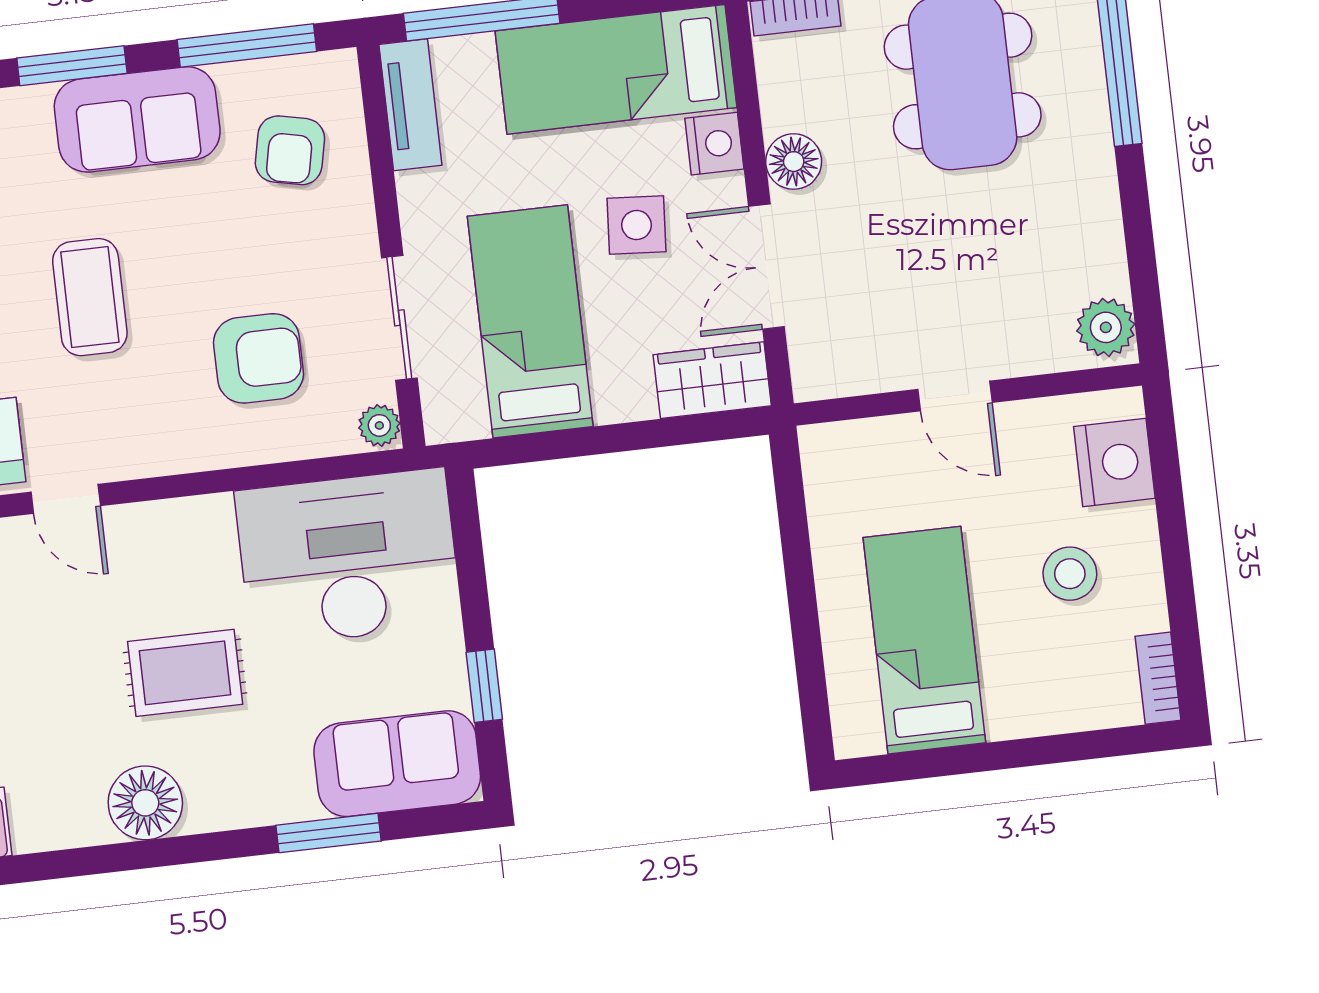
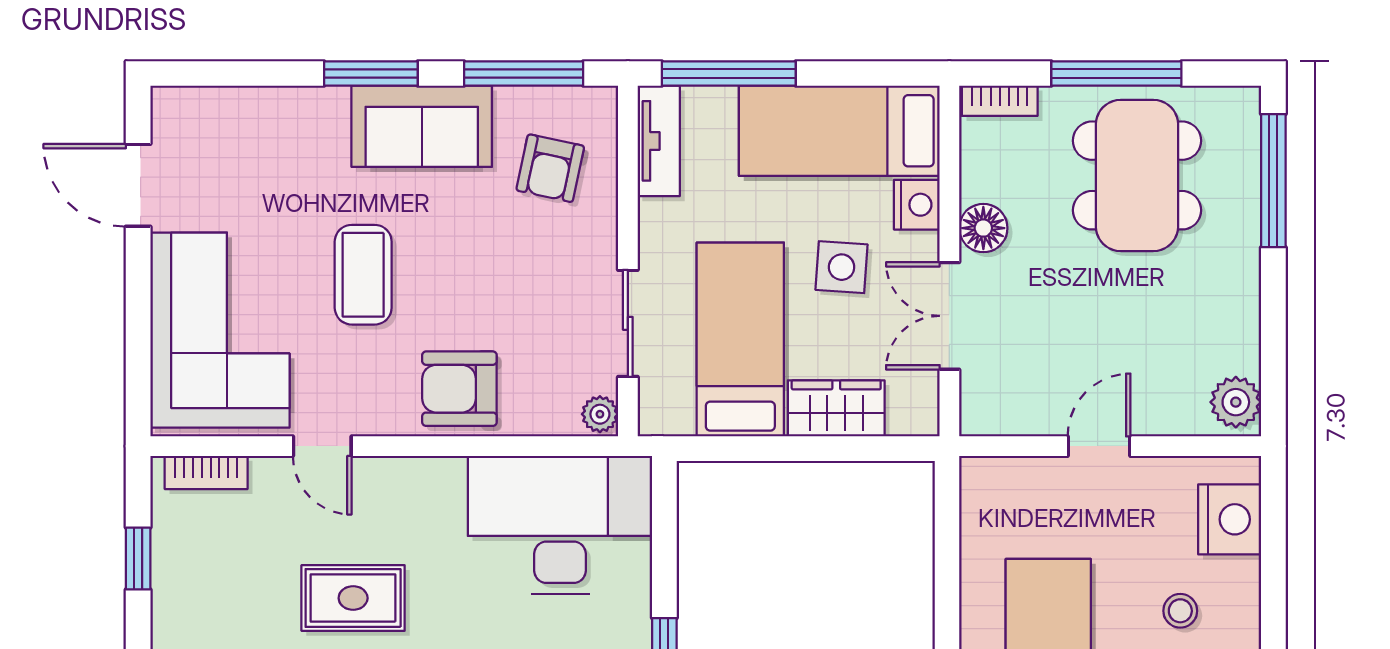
armchair: (258, 358) -> (459, 389), moved, turned 180
wardrobe: (712, 380) -> (836, 408), moved
door: (955, 396) -> (1099, 446), swing flipped
stool: (1070, 574) -> (1180, 611), width x0.73, depth x0.73
rug: (185, 673) -> (353, 598), moved

